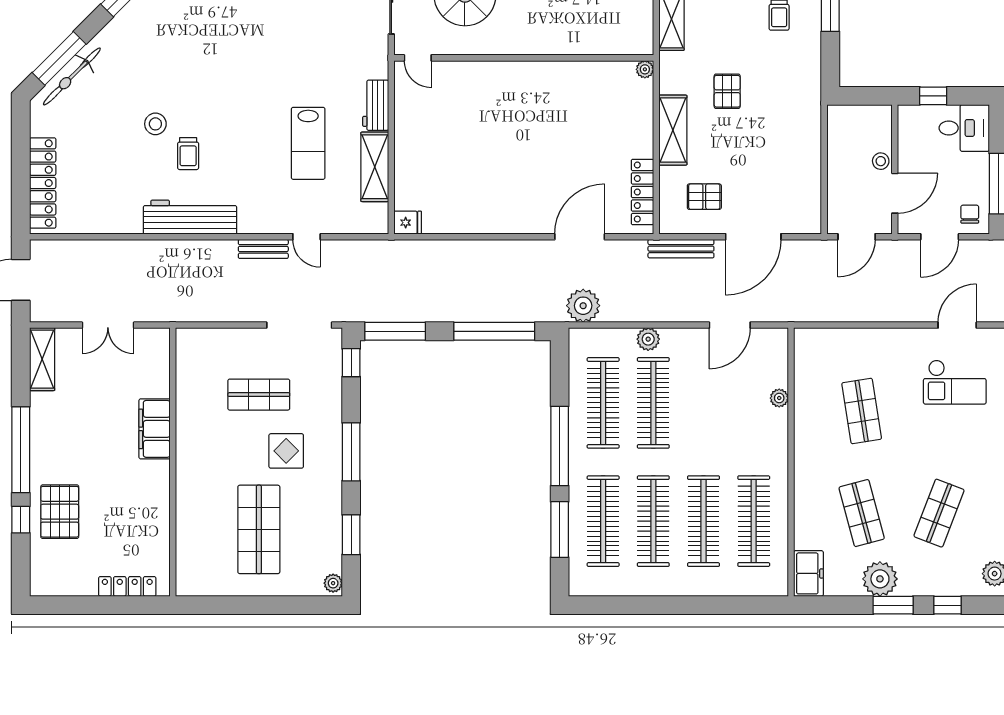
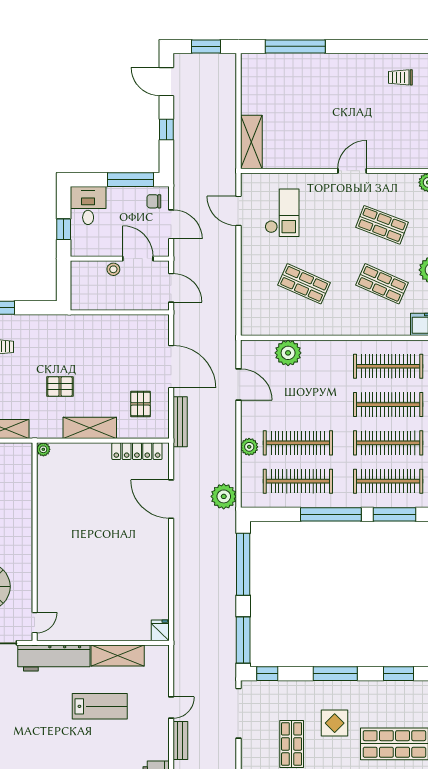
workbench: (376, 105) -> (54, 658), width x1.88, depth x1.32
plant: (779, 398) -> (288, 353), width x1.88, depth x1.88
shop shelf: (862, 411) -> (304, 284), turned 33
shop shelf: (862, 513) -> (382, 284), turned 39

